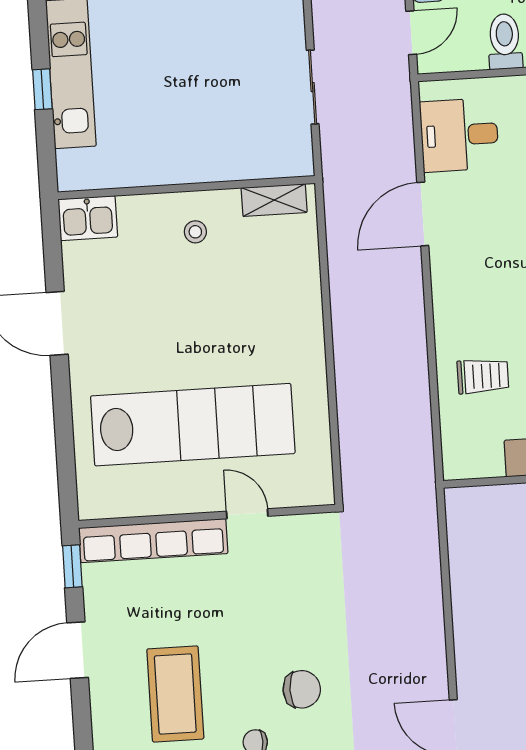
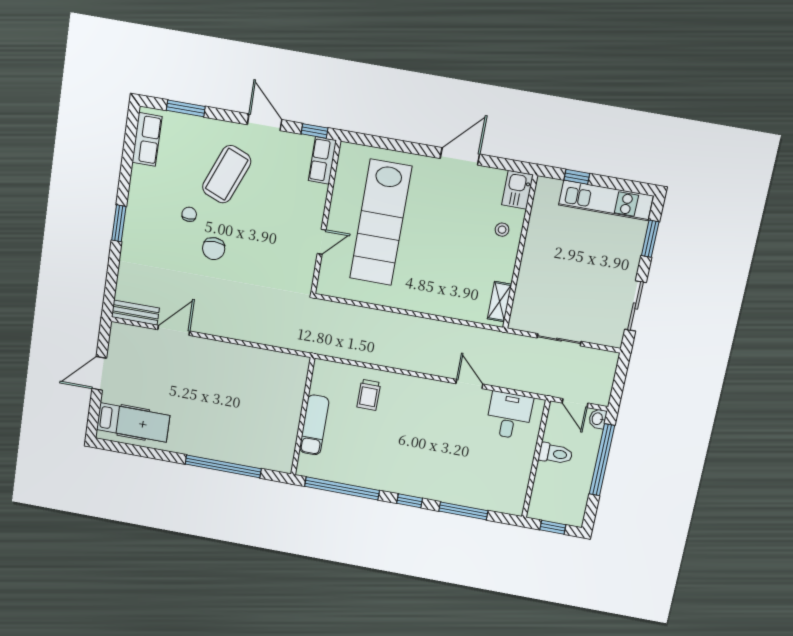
window: (42, 89) -> (577, 177), moved
door: (423, 214) -> (469, 384), width x0.73
stool: (195, 232) -> (502, 230), moved
row of seats: (153, 541) -> (322, 160), width x0.50
coffee table: (175, 694) -> (227, 174), turned -68

